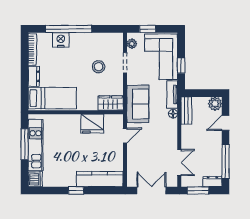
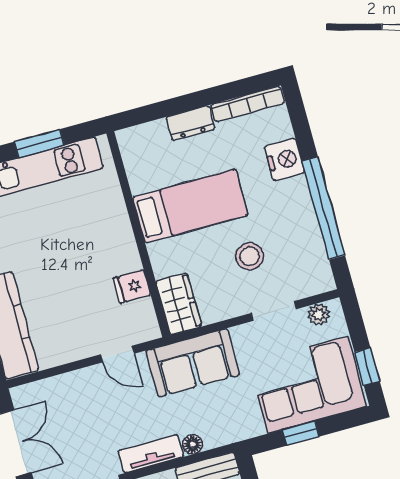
window: (69, 29) -> (323, 208), moved
window: (147, 29) -> (367, 367), moved
tv unit: (172, 94) -> (151, 454), moved
bed: (52, 98) -> (190, 206), moved, turned -90
fridge: (92, 124) -> (132, 286), width x0.53, depth x0.75
window: (25, 144) -> (39, 143), width x0.69

